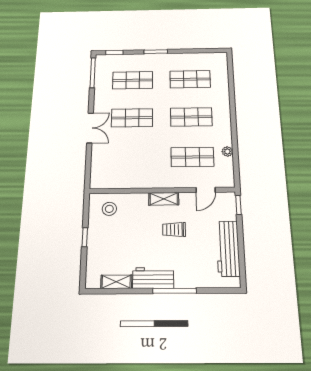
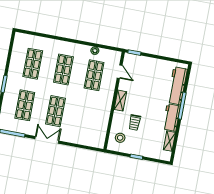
double door: (90, 128) -> (47, 140), moved
trolley: (174, 230) -> (135, 122), moved
workbench: (228, 248) -> (177, 86), moved, turned 90

